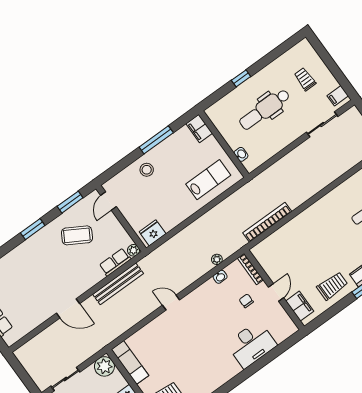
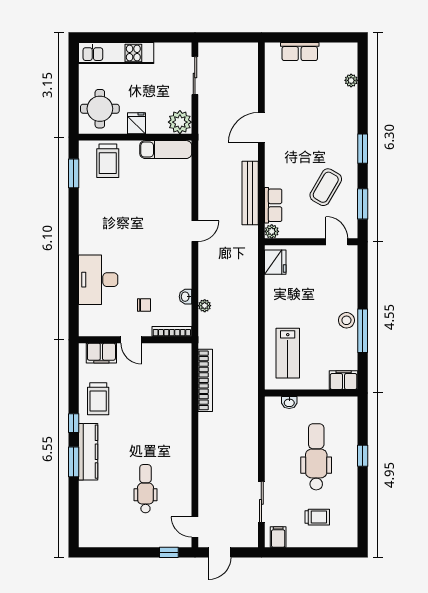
stool: (147, 170) -> (346, 320), moved

